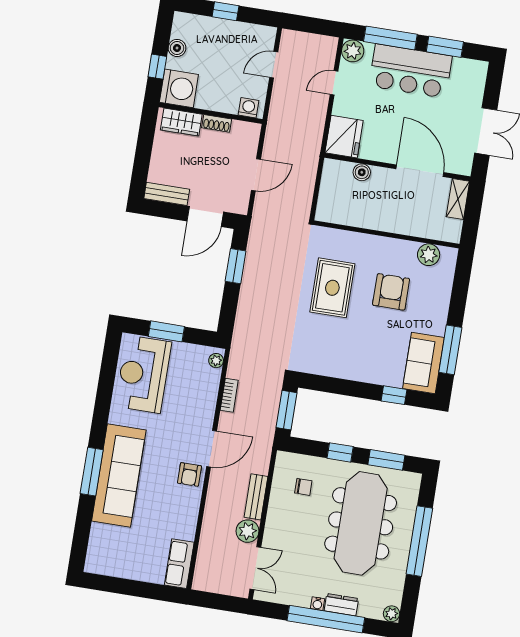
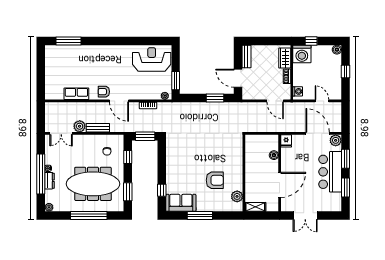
window: (390, 38) -> (345, 159), width x0.69
boiler: (177, 48) -> (337, 50), moved
door: (334, 83) -> (318, 133), width x1.87
fridge: (344, 137) -> (286, 141), width x0.53, depth x0.75
door: (256, 175) -> (275, 101), moved
shelving: (458, 199) -> (255, 207), moved
rug: (332, 288) -> (212, 150), removed
window: (166, 331) -> (176, 81), moved
window: (450, 350) -> (200, 216), moved
window: (340, 452) -> (128, 157), moved
window: (92, 472) -> (69, 41), moved
sofa: (119, 476) -> (97, 55), removed
row of seats: (179, 564) -> (76, 94), moved

